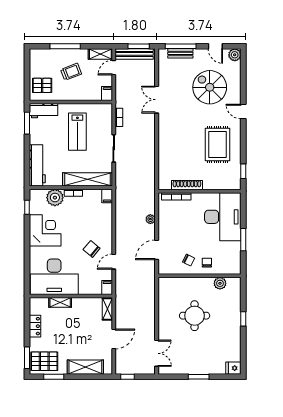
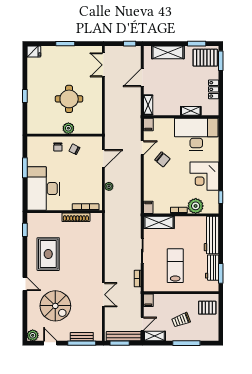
workbench: (43, 111) -> (212, 268), moved, turned -90
shelving: (87, 179) -> (159, 222), width x0.68
plant: (220, 283) -> (68, 128), moved

